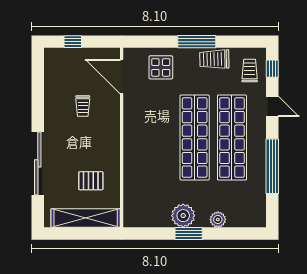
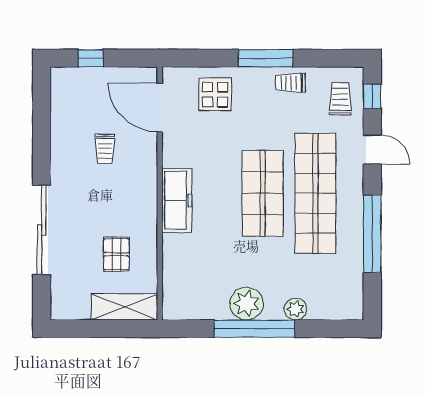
trolley: (214, 59) -> (291, 83), width x0.73, depth x0.72
shop shelf: (195, 138) -> (263, 193), width x0.71
freezer: (134, 142) -> (177, 200), added
pallet: (91, 181) -> (116, 254), turned 90
shelving: (86, 218) -> (124, 307), width x0.68
window: (189, 233) -> (254, 329), width x2.11

